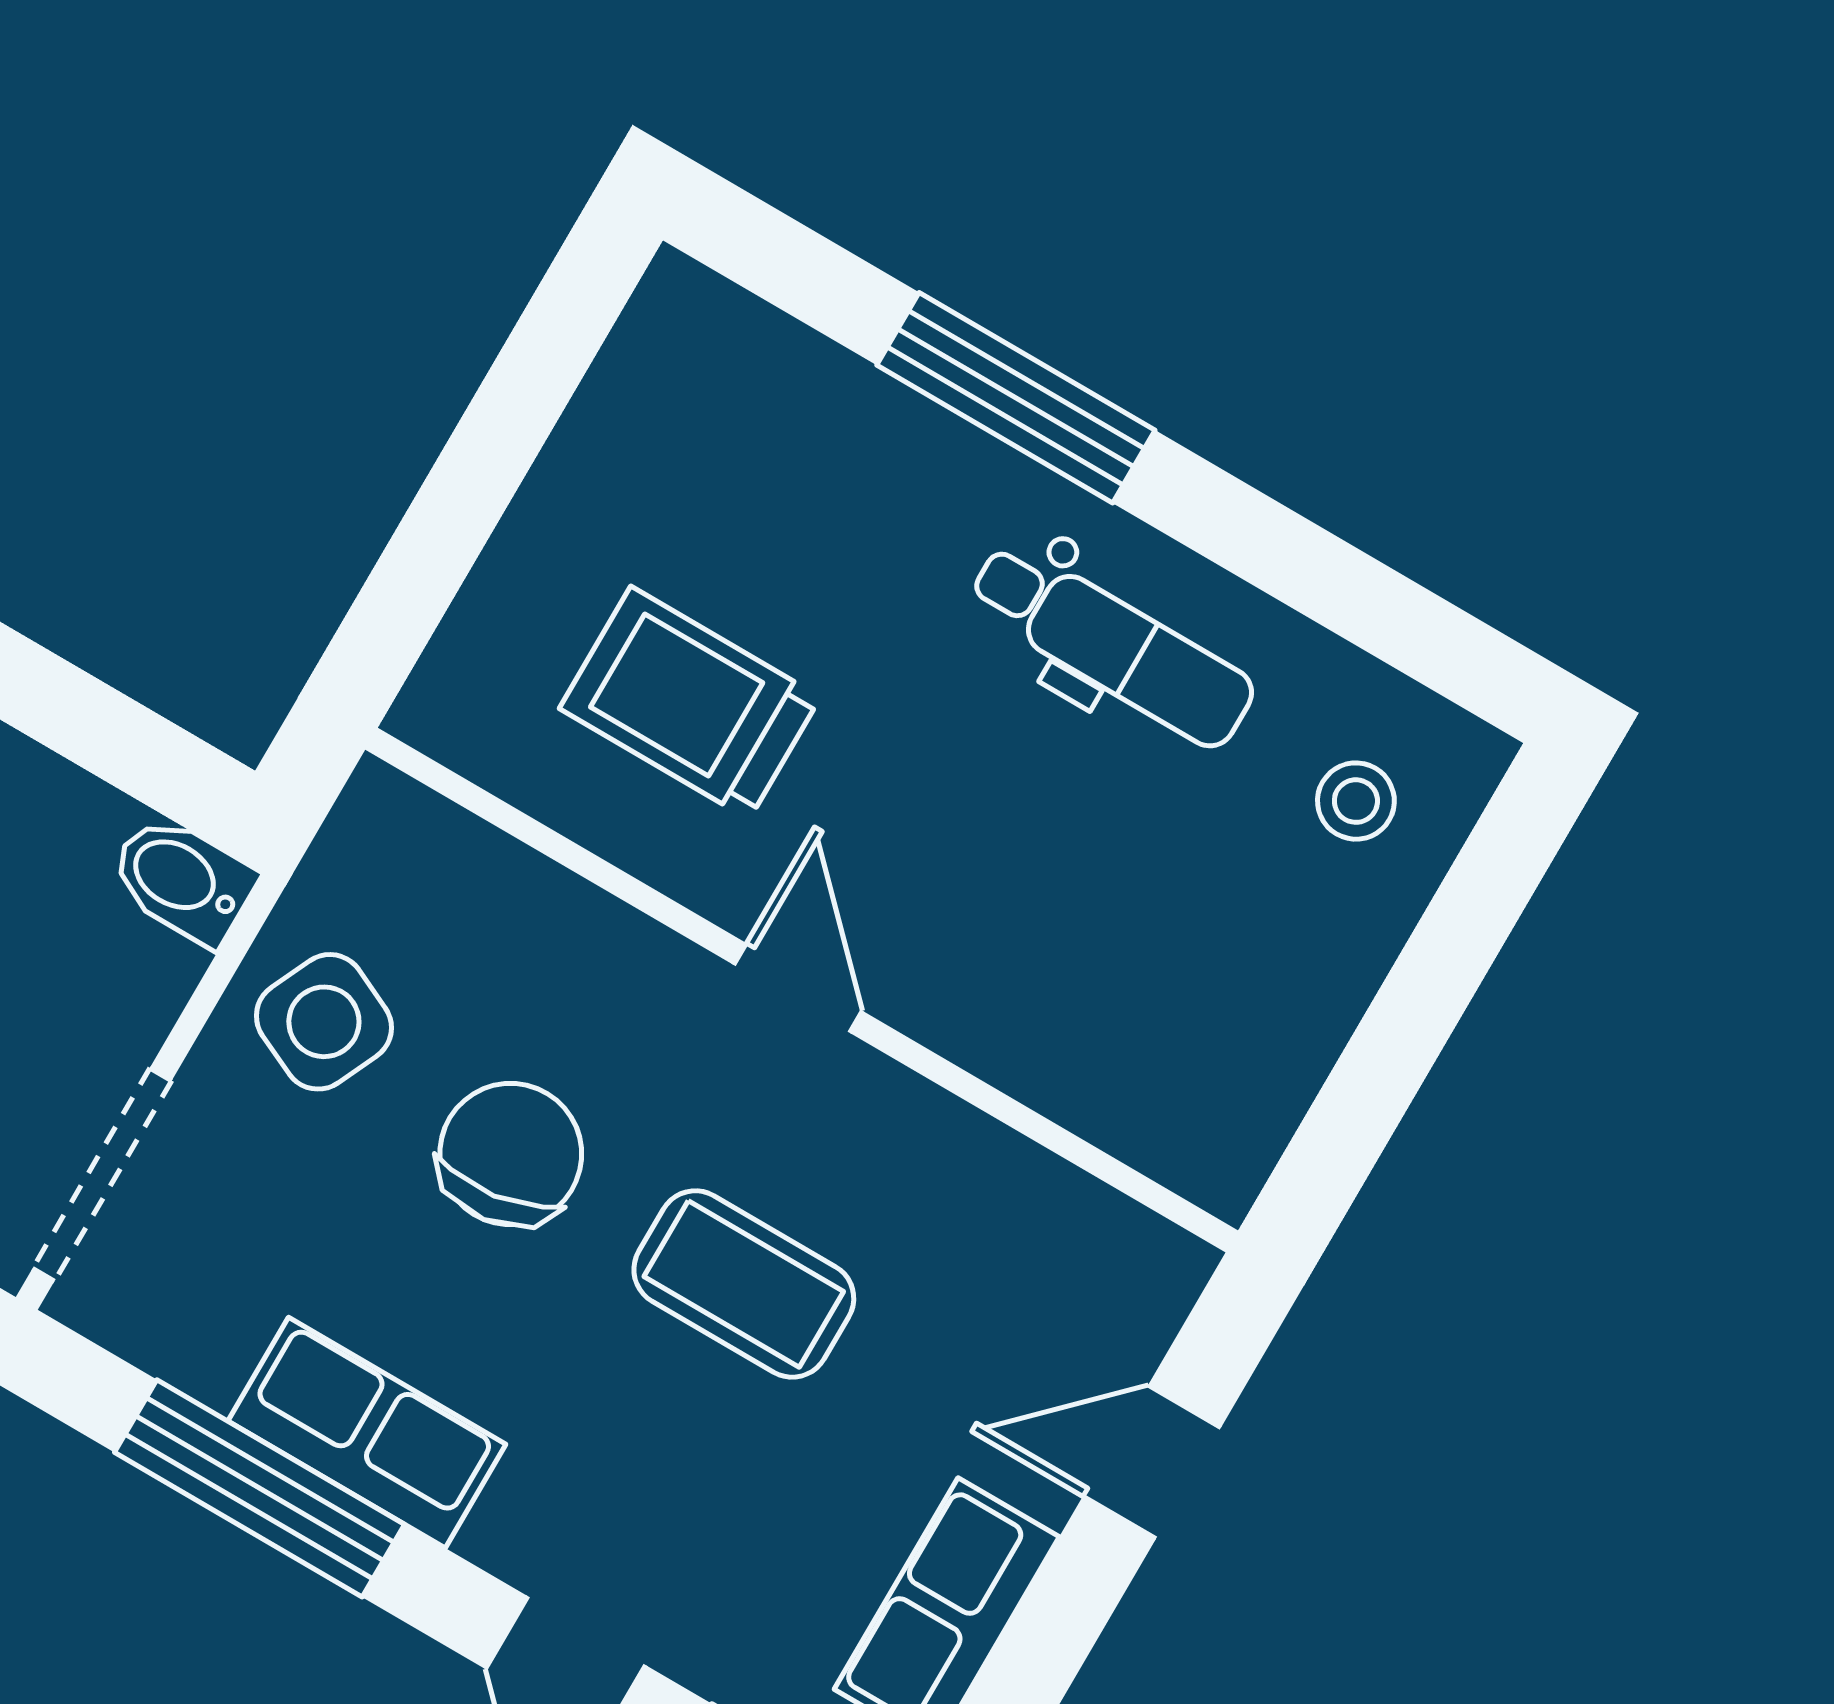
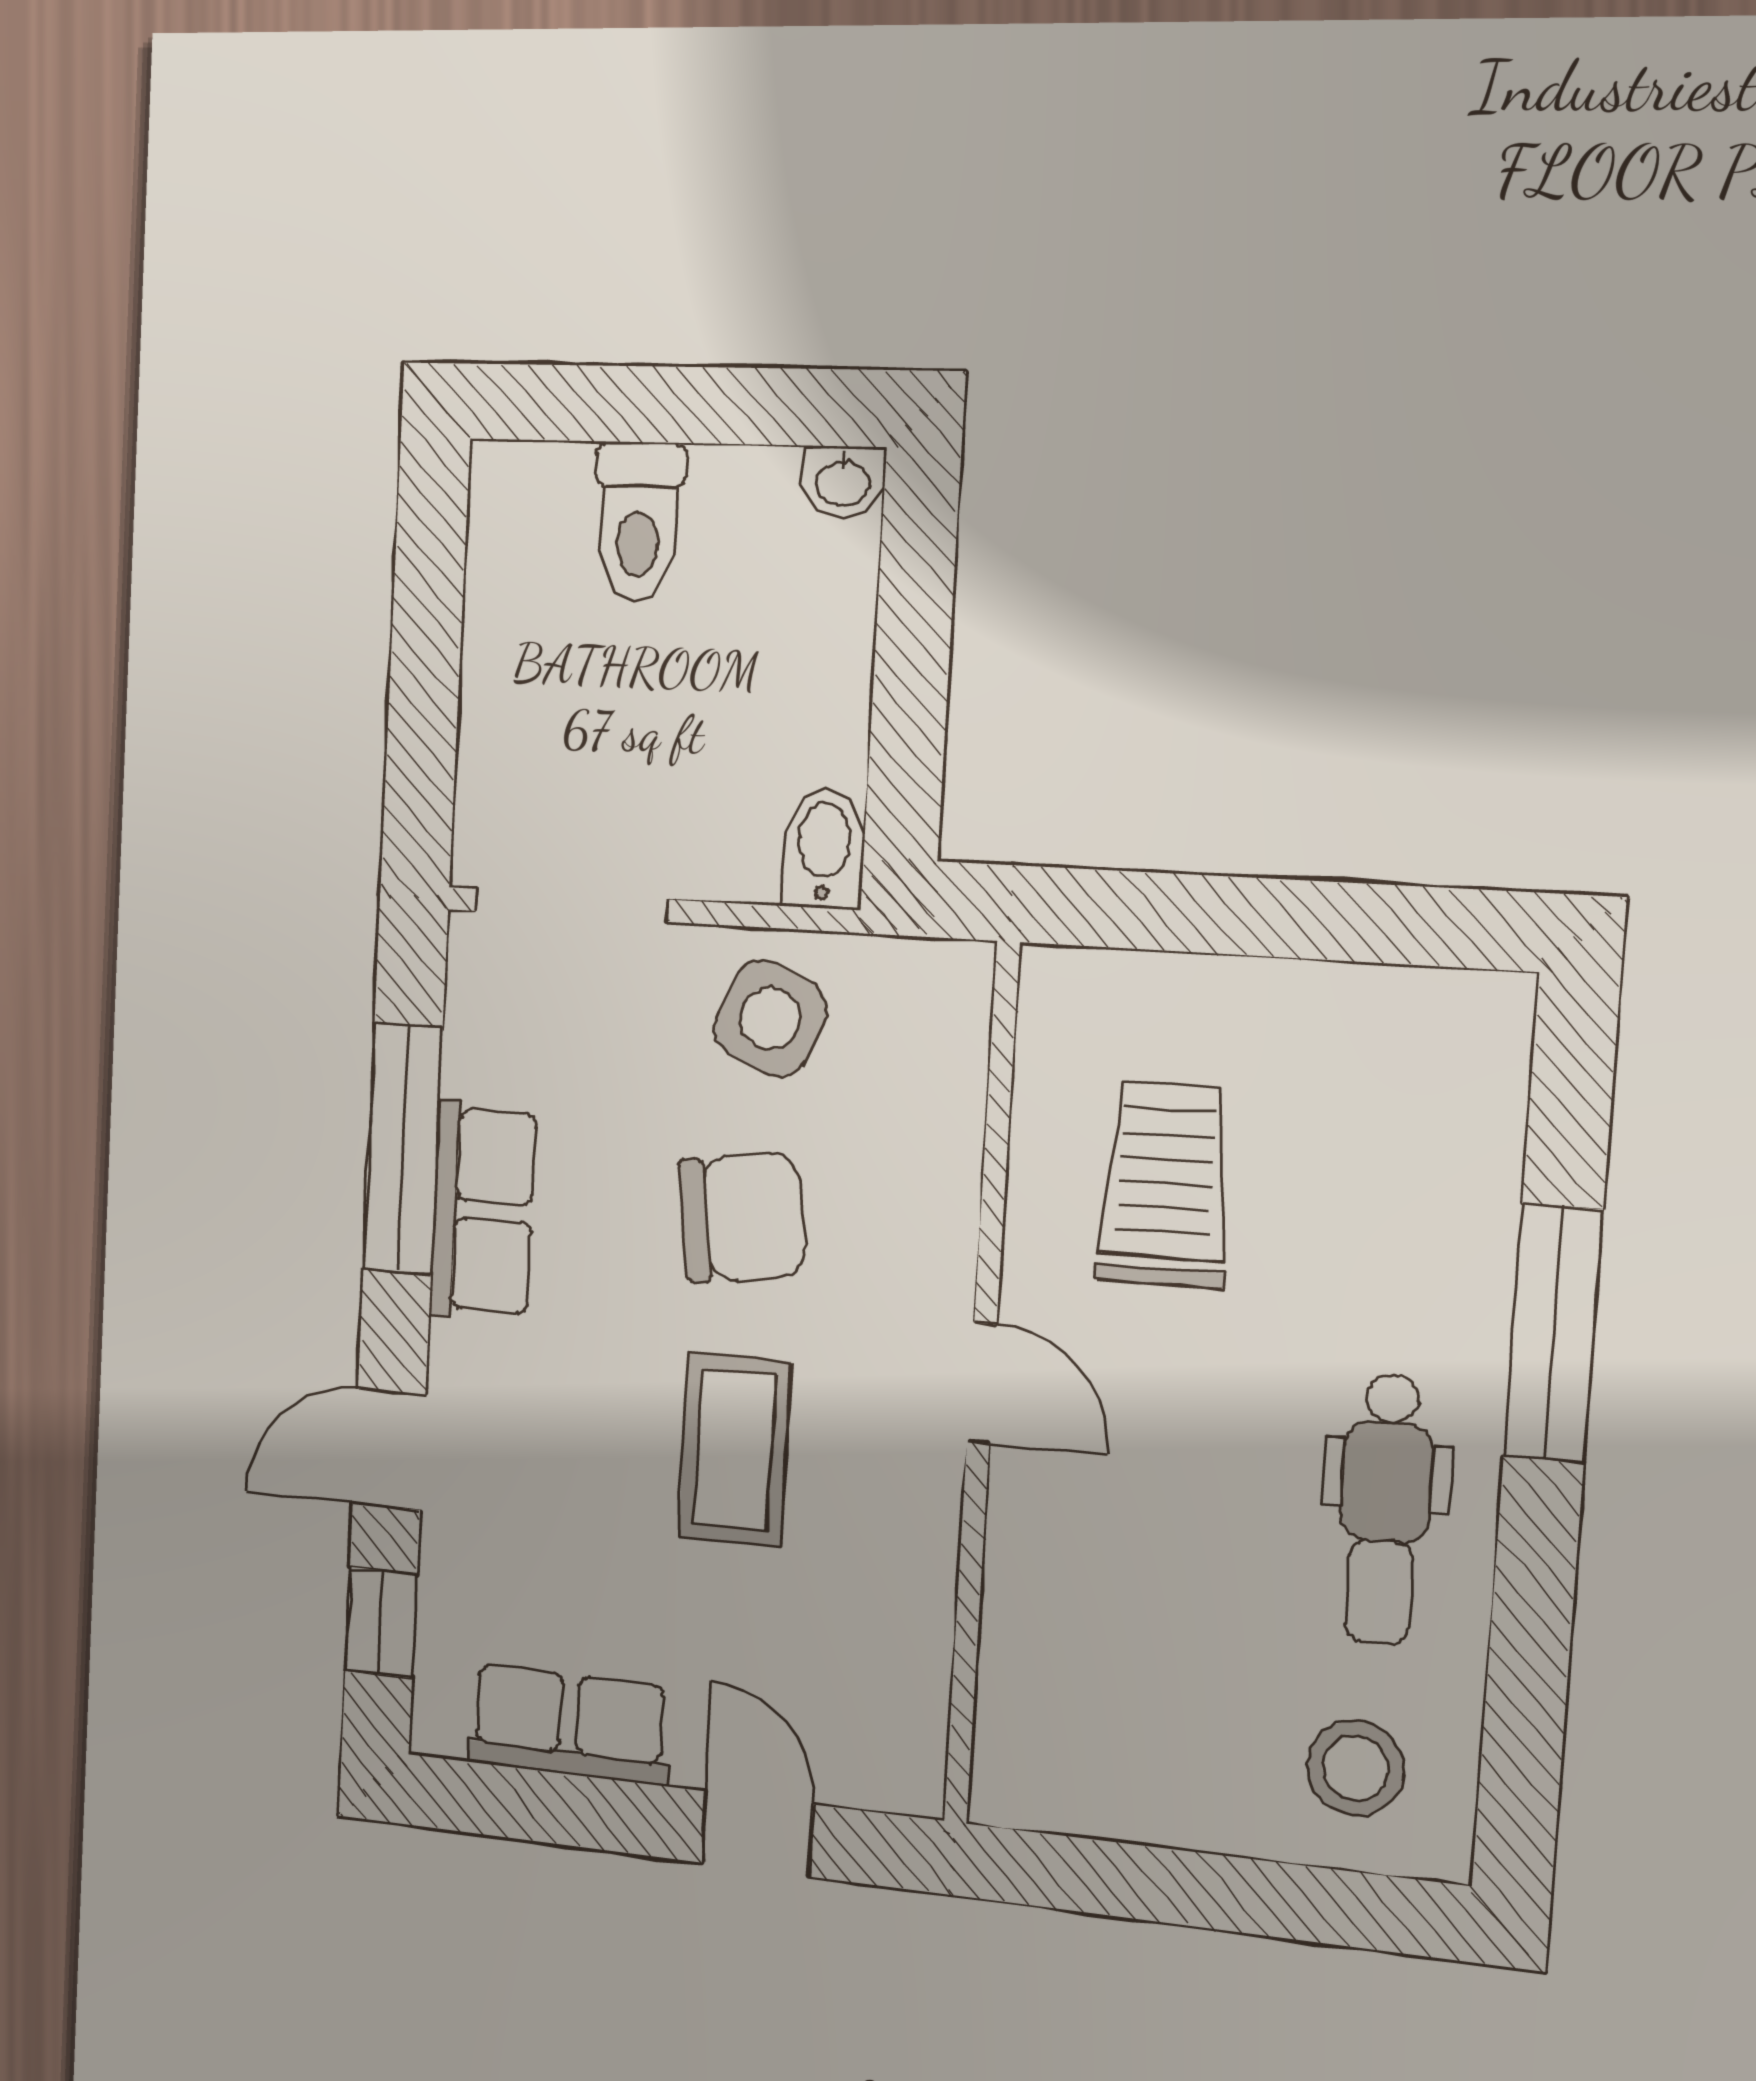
stool: (1356, 801) -> (1355, 1768), width x1.37, depth x1.37
door: (798, 988) -> (982, 1383), hinge flipped

